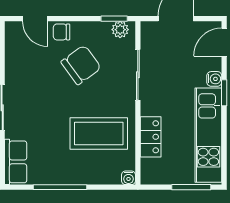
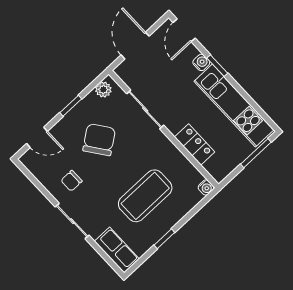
window: (114, 19) -> (71, 106), moved
chair: (61, 32) -> (71, 181), moved
coffee table: (99, 134) -> (145, 196), moved
window: (60, 187) -> (164, 239), width x0.46

